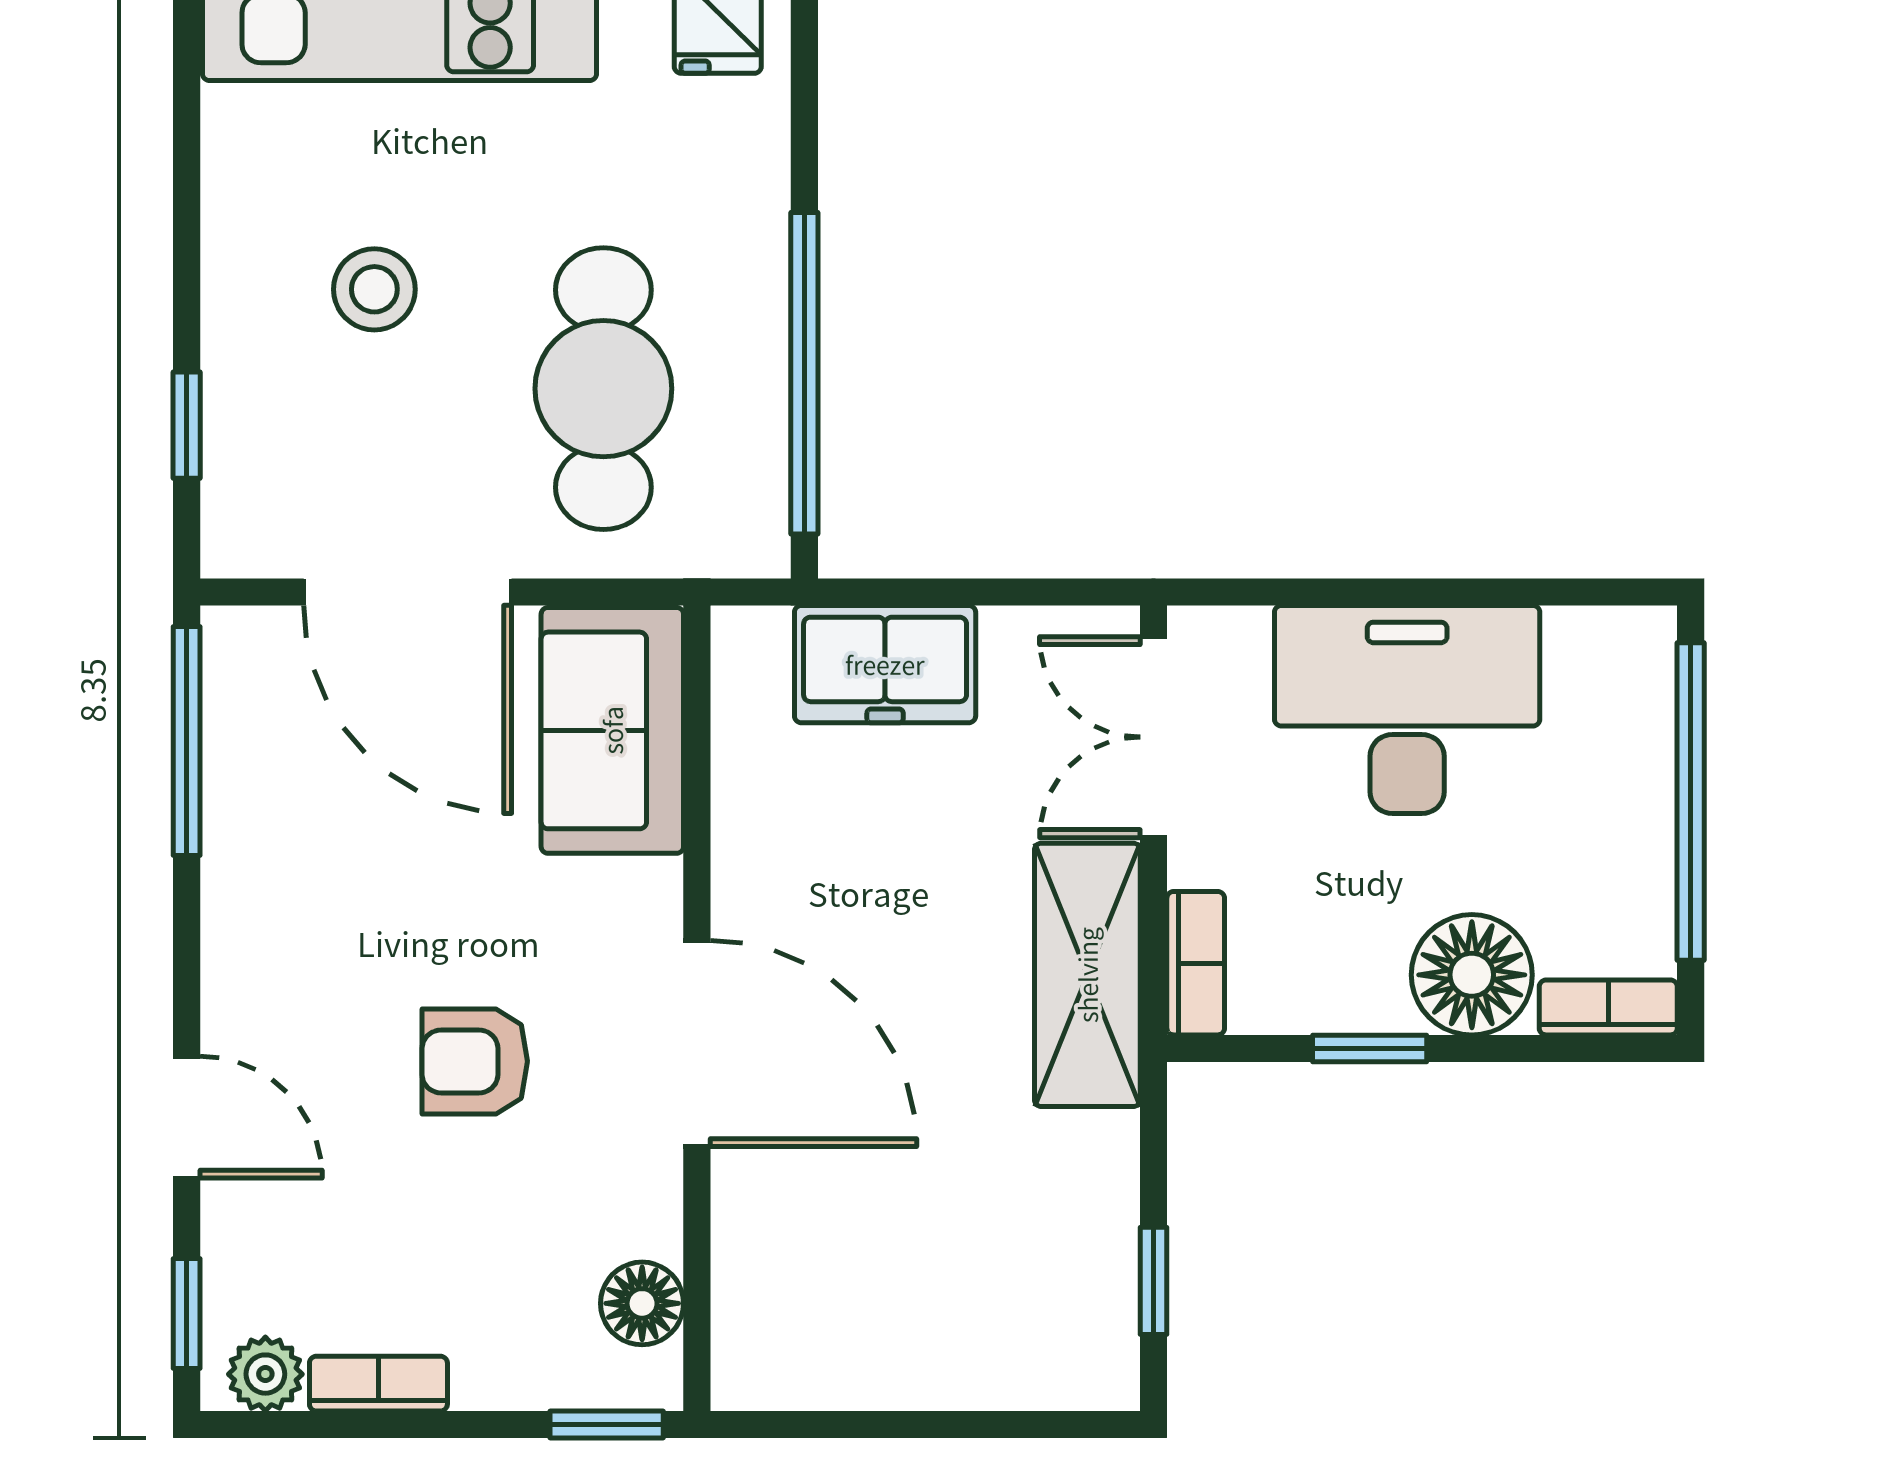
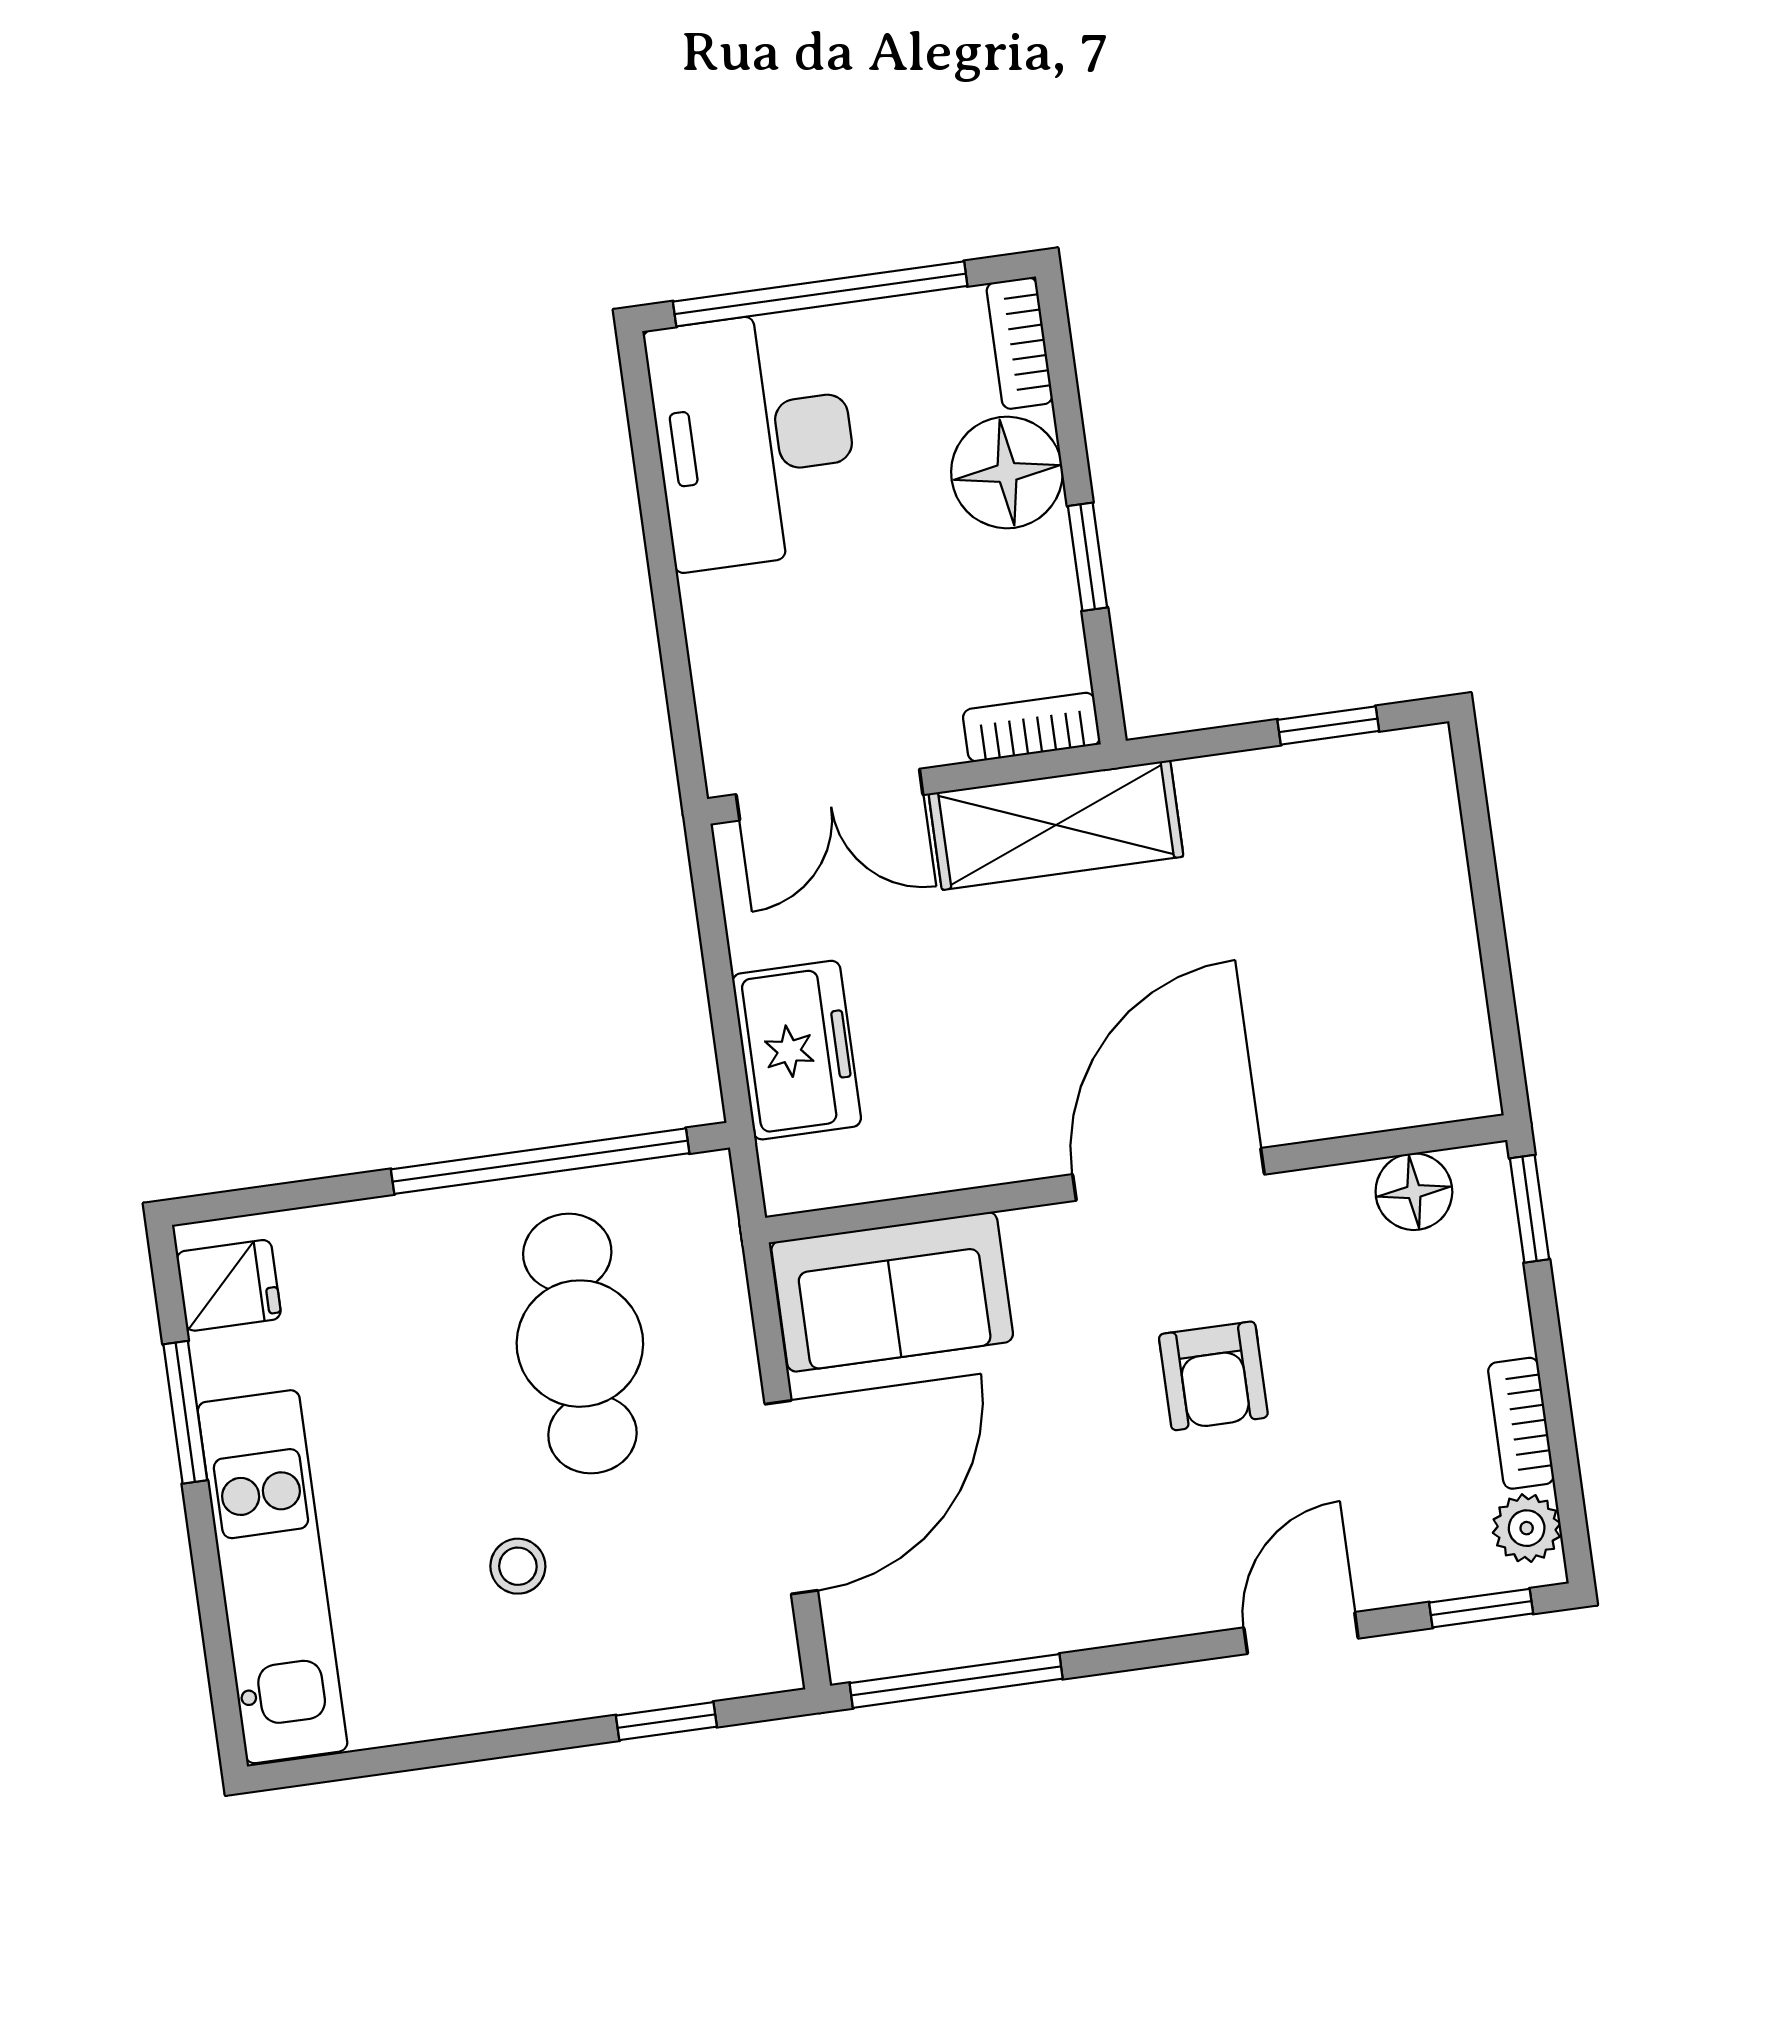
stool: (374, 289) -> (518, 1566), width x0.73, depth x0.73
cafe table: (603, 389) -> (580, 1344), turned 90
desk: (1407, 709) -> (754, 439), moved

